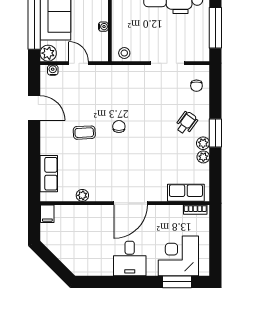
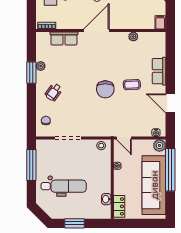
door: (78, 63) -> (124, 138), moved
chair: (119, 126) -> (105, 89), width x1.87, depth x1.87
window: (215, 133) -> (31, 73), moved
plant: (203, 143) -> (41, 76), removed
row of seats: (49, 174) -> (159, 71), moved
row of seats: (186, 193) -> (64, 39), moved

